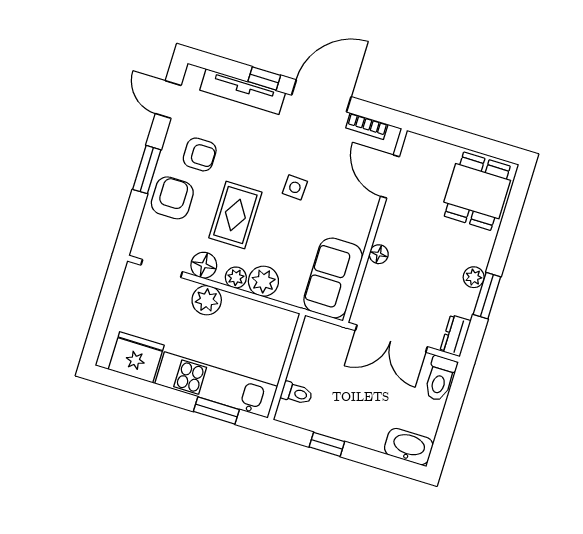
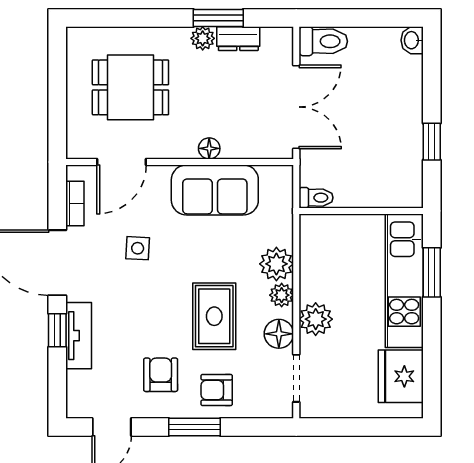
tv unit: (243, 92) -> (79, 336), width x0.71
side table: (295, 187) -> (138, 248), moved
dining table: (477, 191) -> (130, 87), moved
armchair: (172, 198) -> (217, 390), width x0.72, depth x0.72
rug: (235, 215) -> (214, 316), turned 90
sofa: (333, 278) -> (215, 190), moved
dresser: (455, 336) -> (238, 39), moved
toilet: (297, 393) -> (316, 198), moved, turned 90
washbasin: (409, 447) -> (412, 40), width x0.52, depth x0.69

